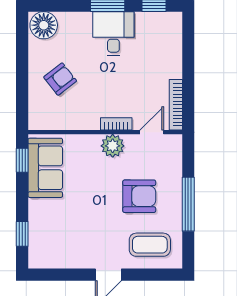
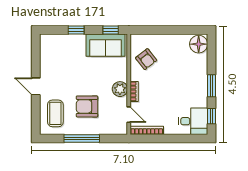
desk: (113, 34) -> (193, 121), moved
armchair: (60, 79) -> (146, 59), moved
armchair: (139, 196) -> (87, 106), turned 90
window: (22, 234) -> (76, 30), moved

